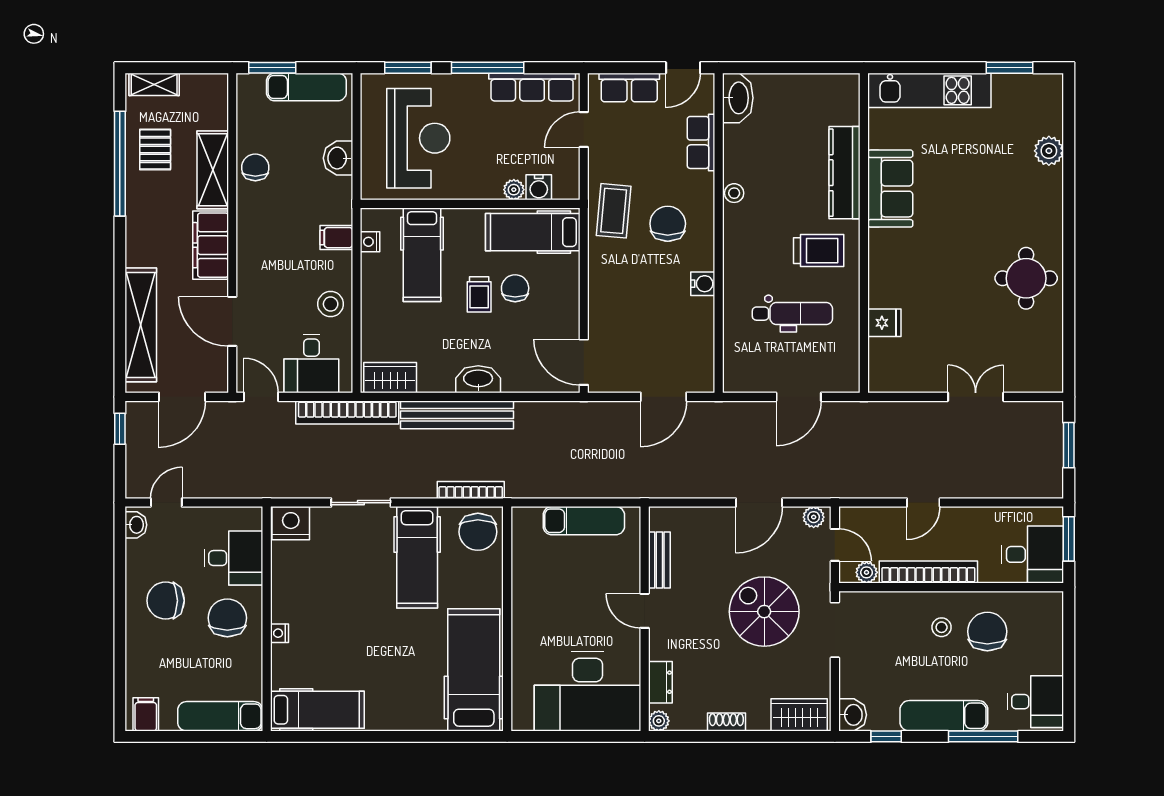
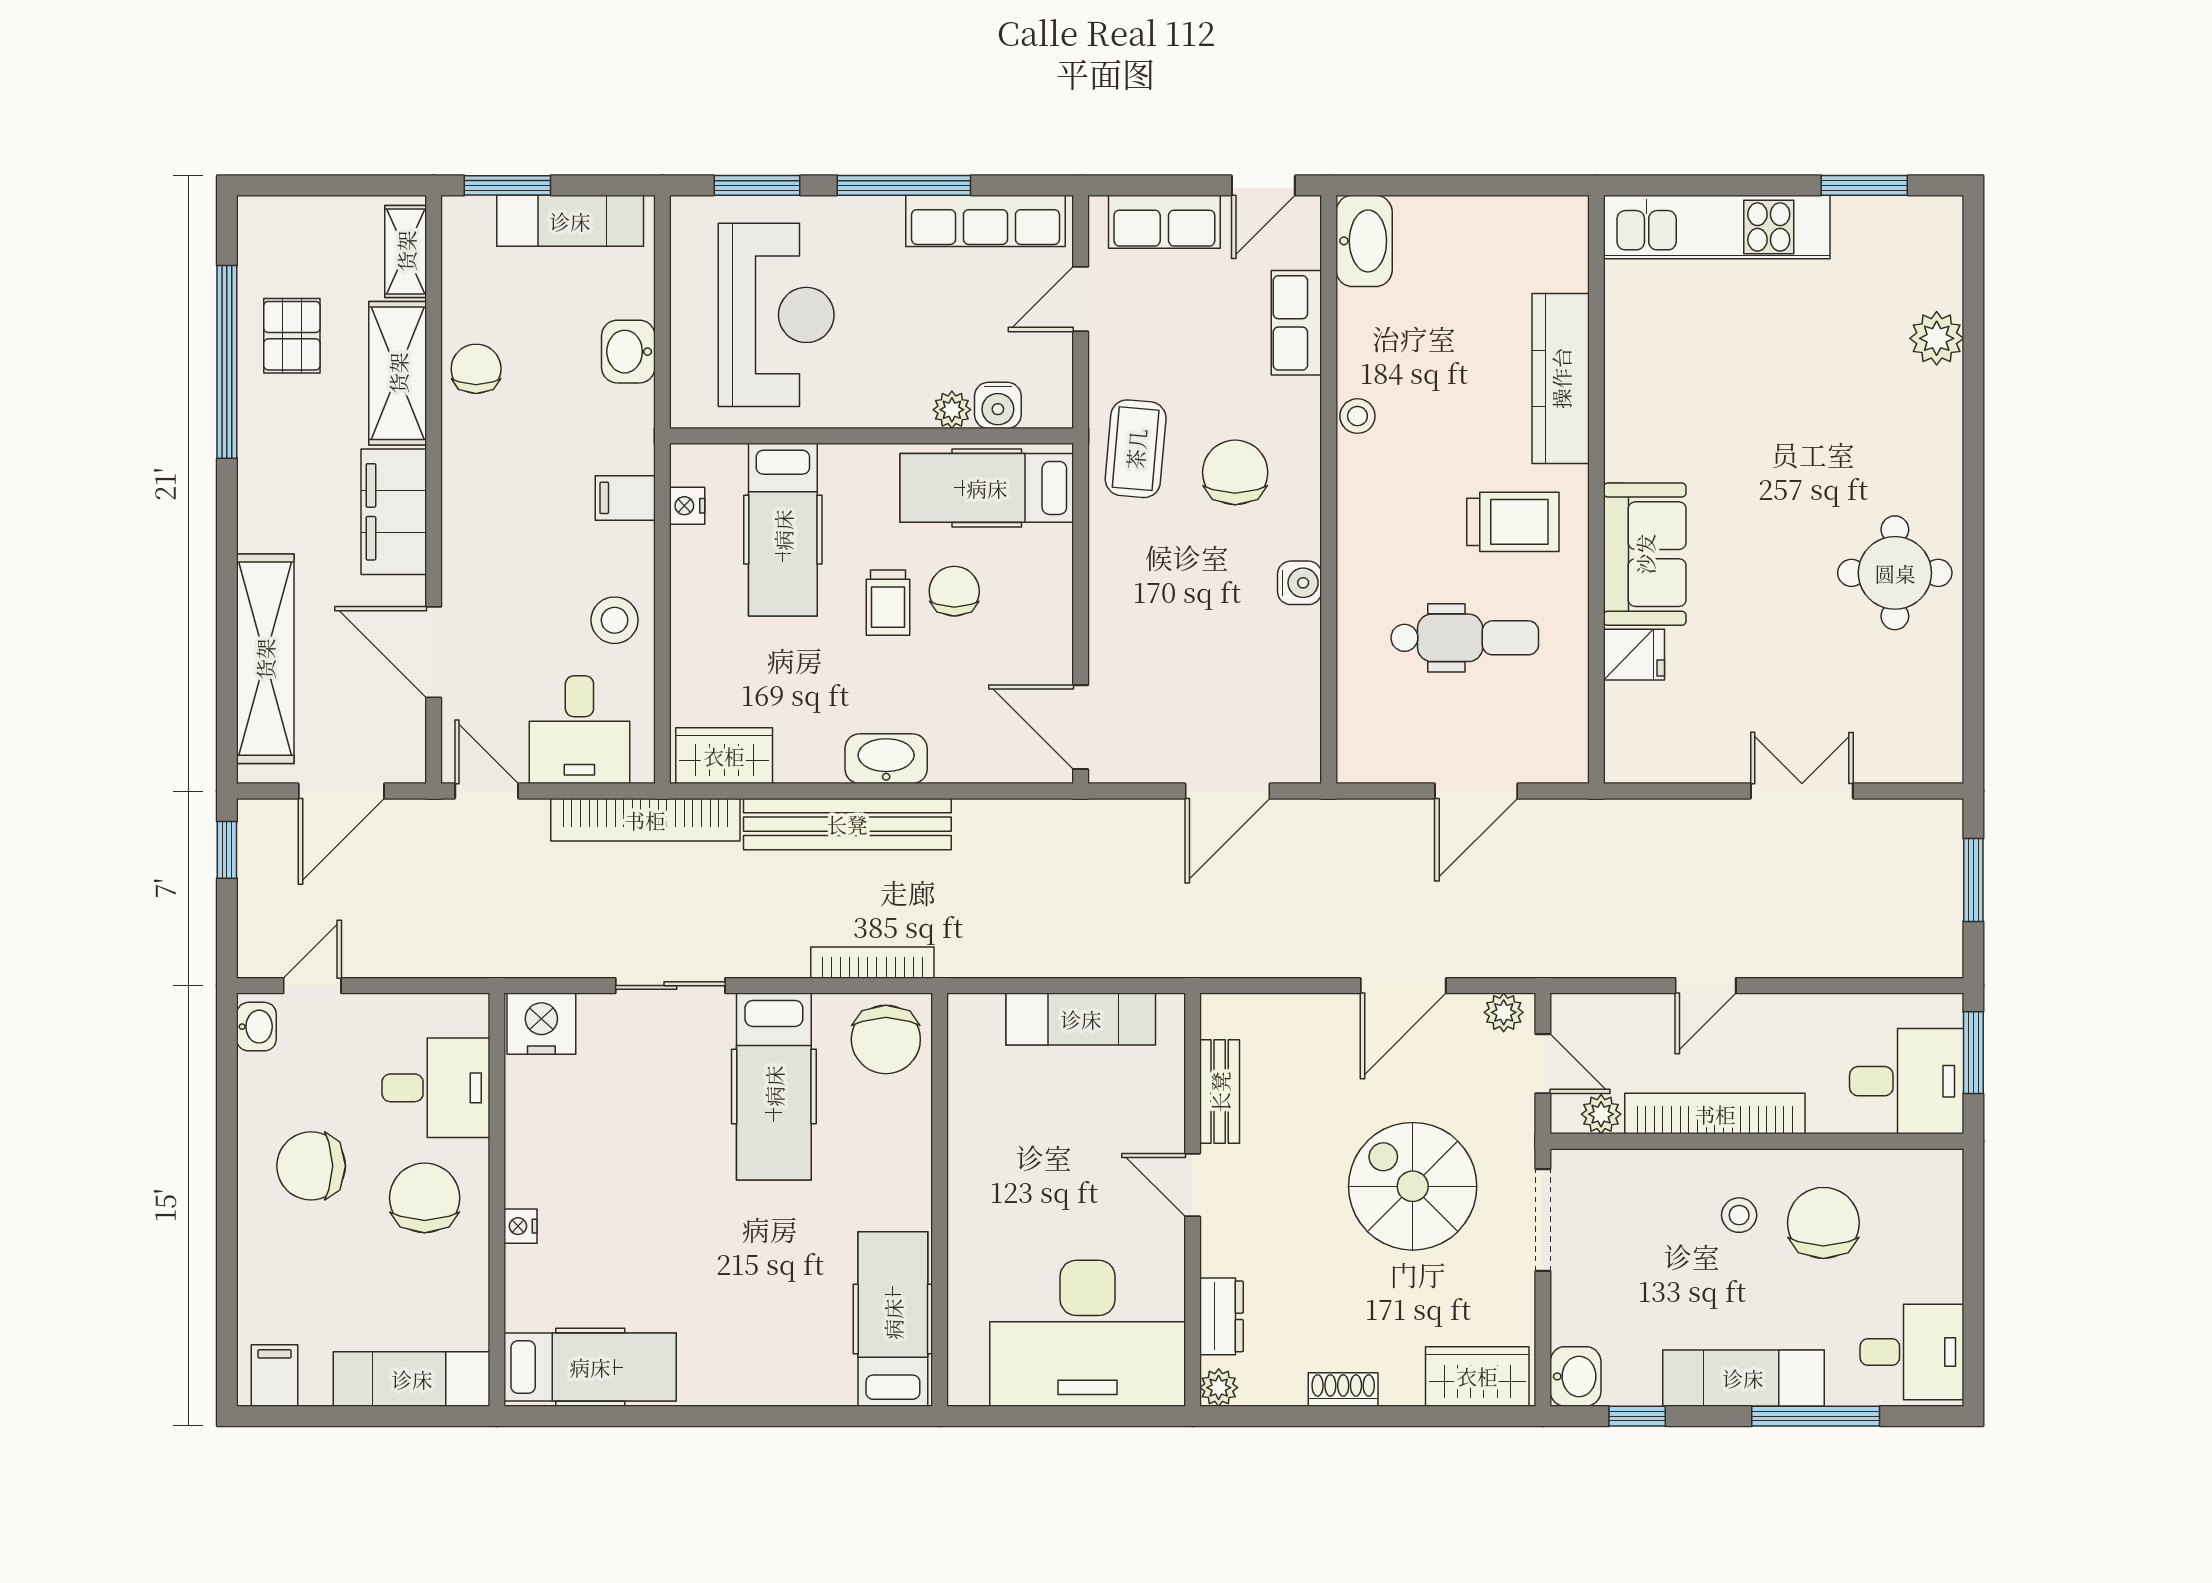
shelving: (154, 84) -> (406, 251), moved, turned 90
sofa: (890, 189) -> (1645, 554), moved
hospital bed: (474, 670) -> (893, 1319), width x0.73, depth x0.78

